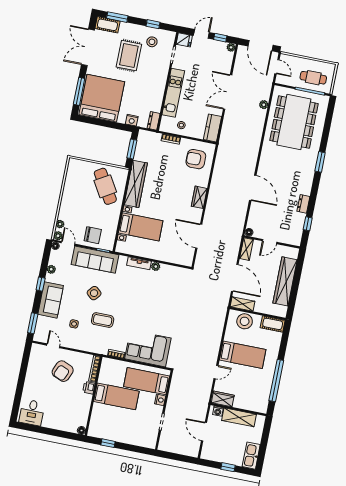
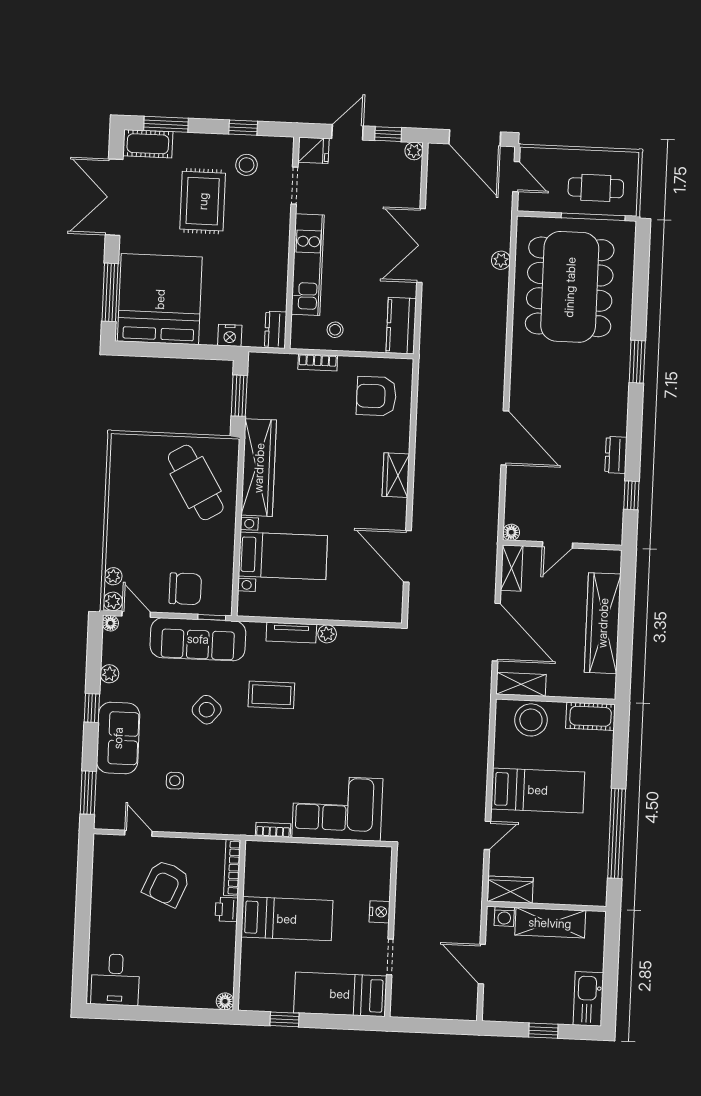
coffee table: (103, 320) -> (271, 695), moved
bed: (147, 381) -> (340, 994), moved

